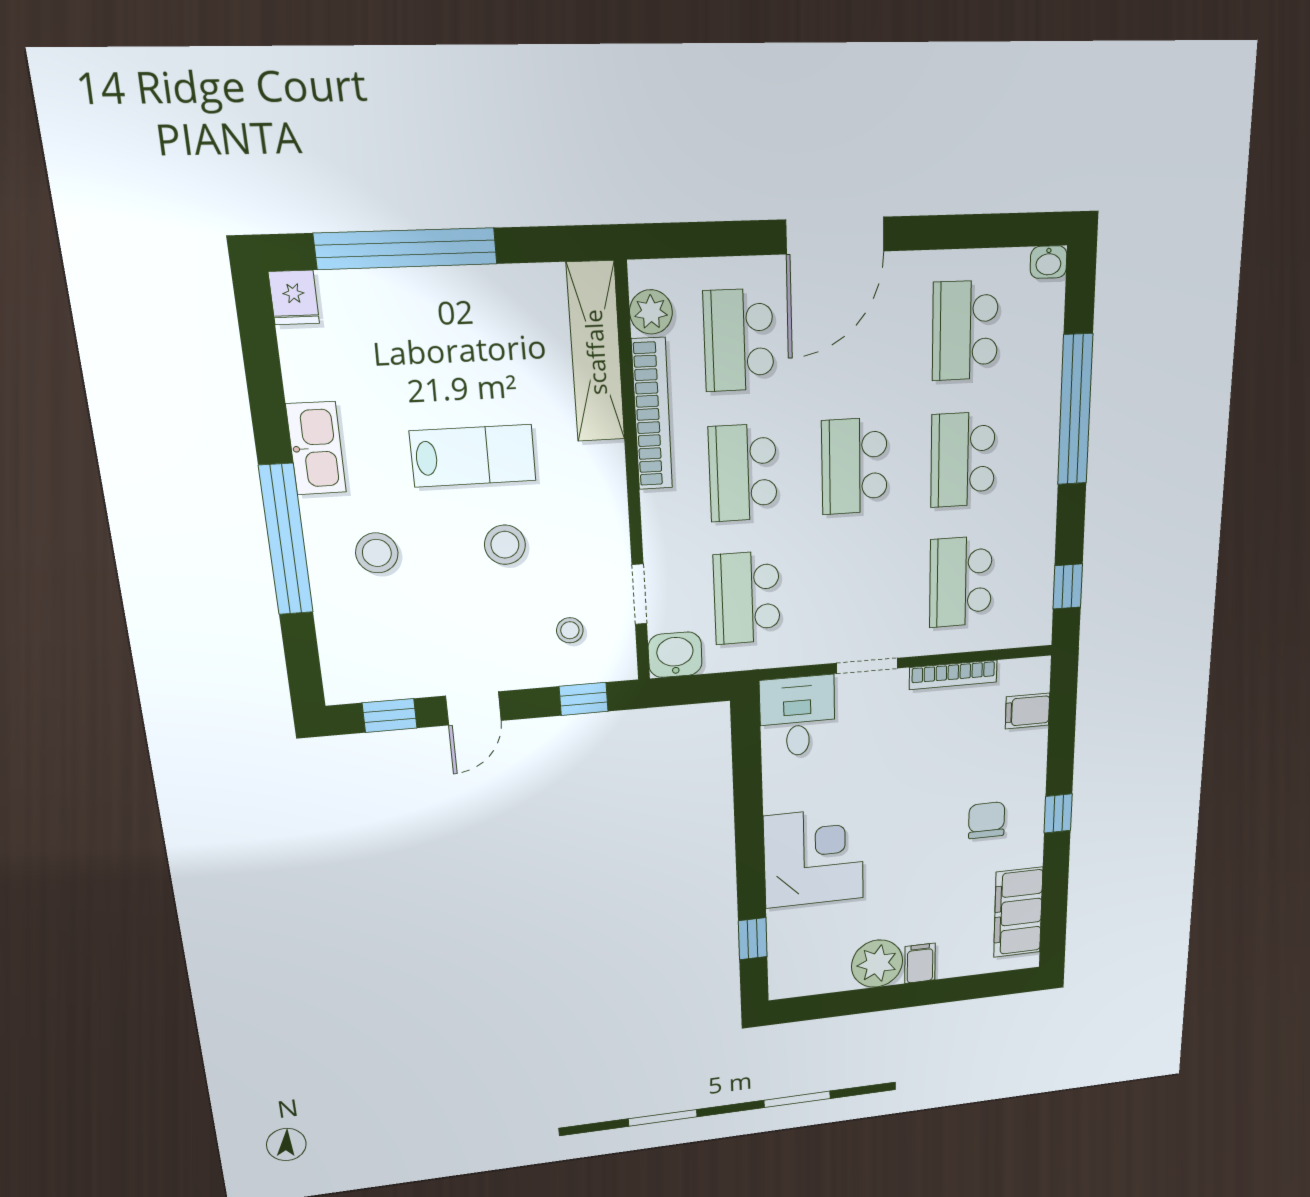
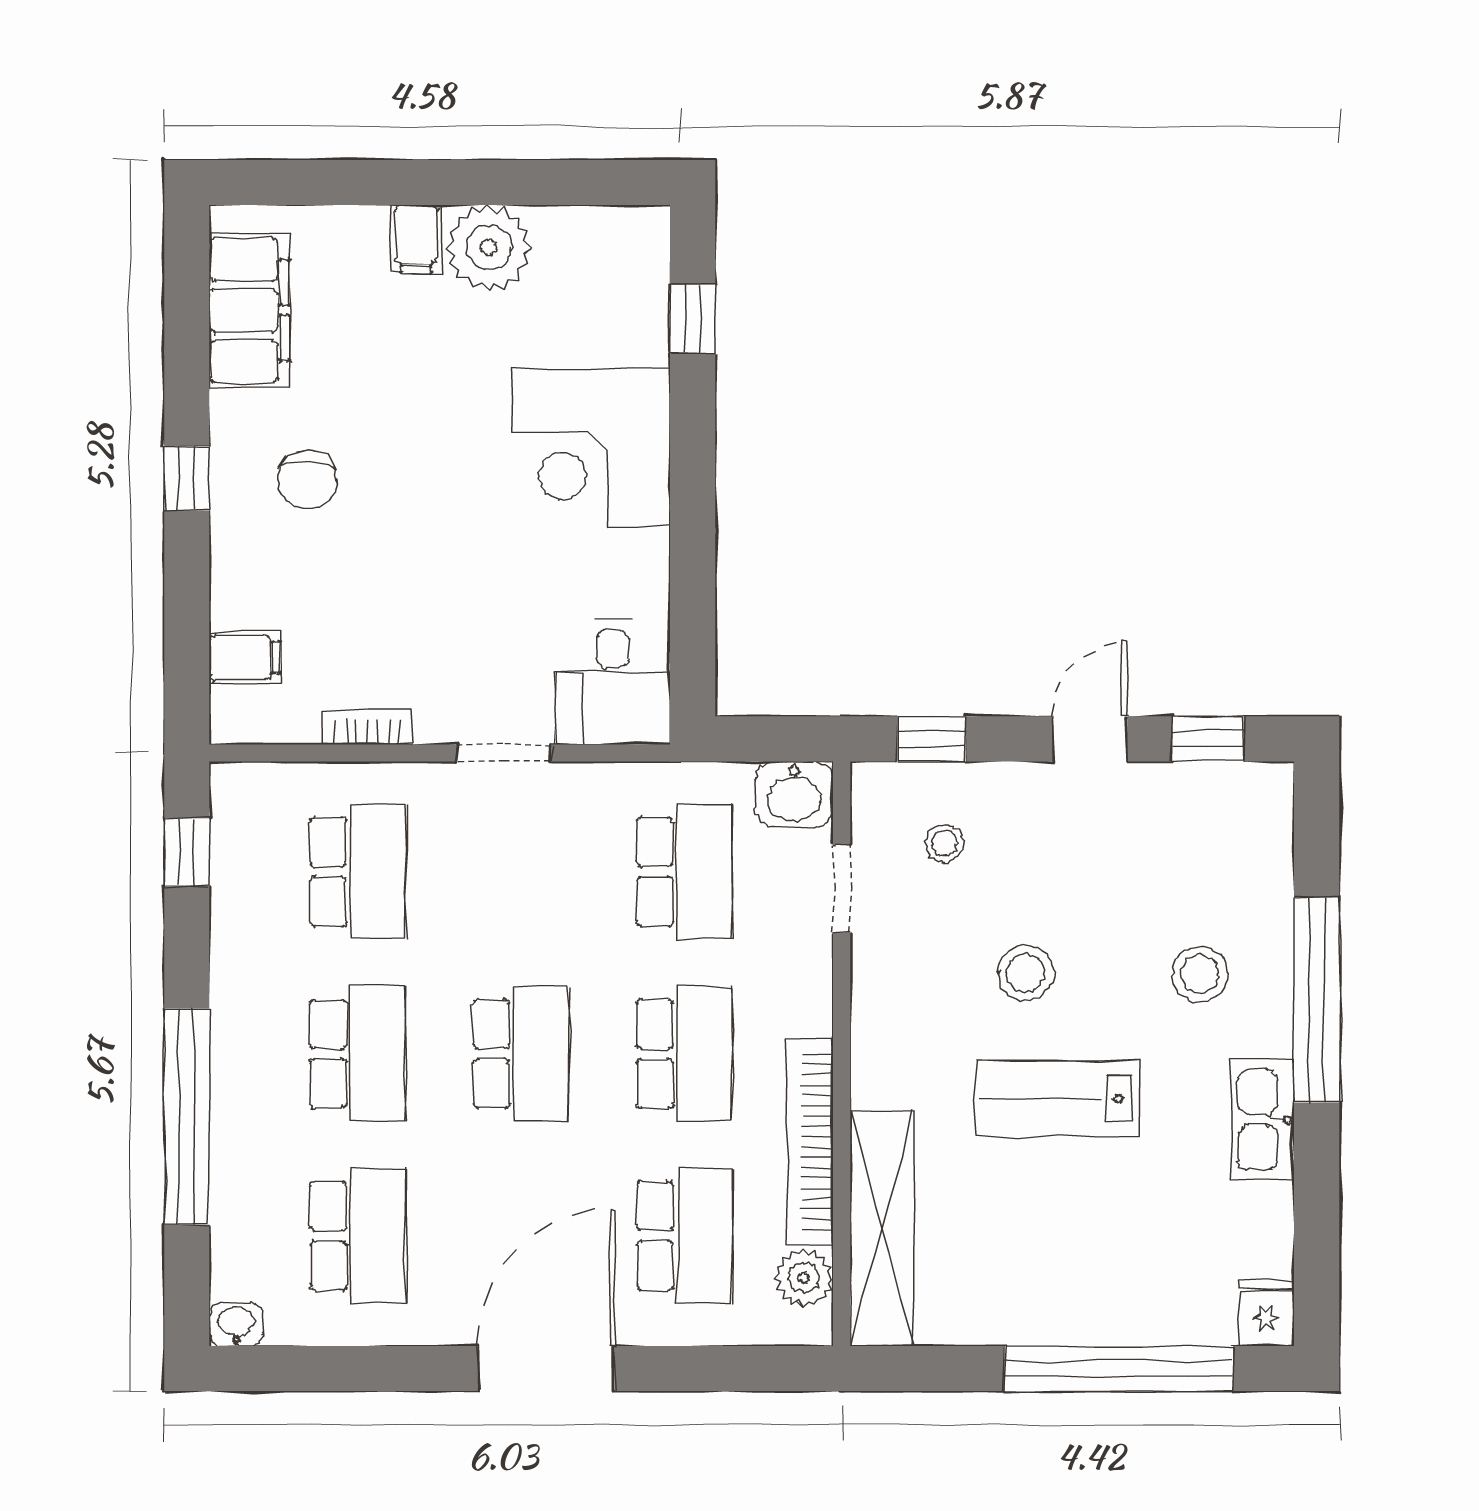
bookcase: (953, 675) -> (367, 727), width x0.64

